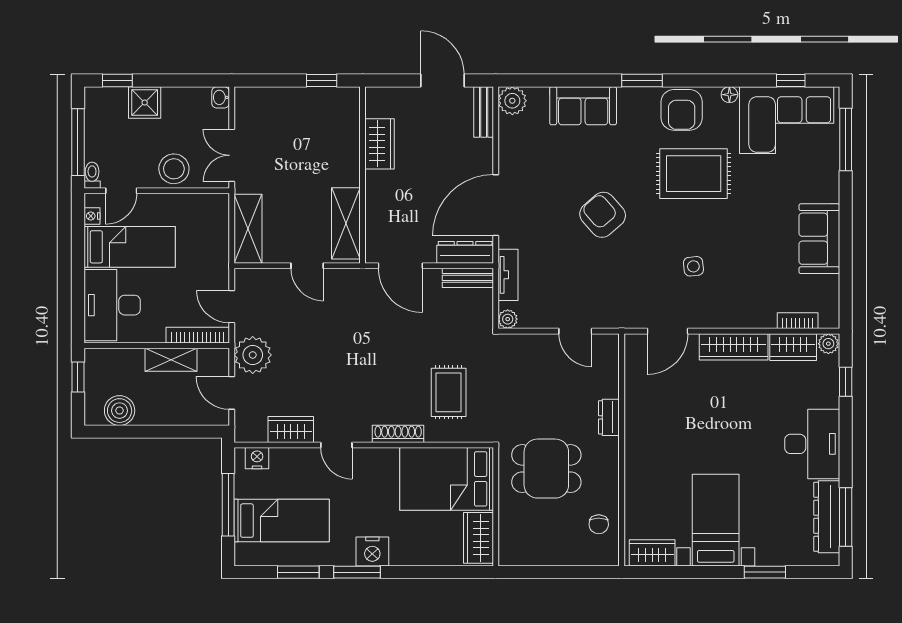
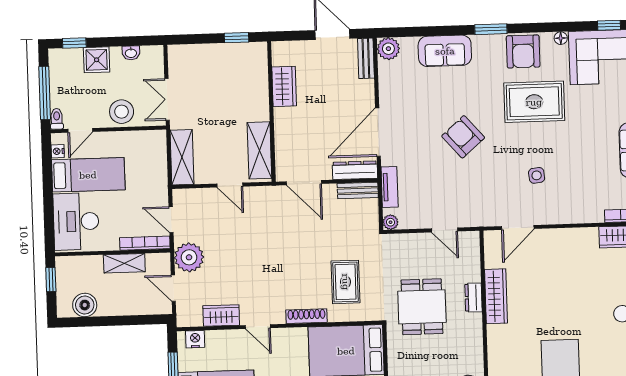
washbasin: (221, 97) -> (131, 53), moved, turned -90
wardrobe: (734, 347) -> (496, 296), moved, turned -90
dining table: (546, 469) -> (422, 307), moved, turned 90

